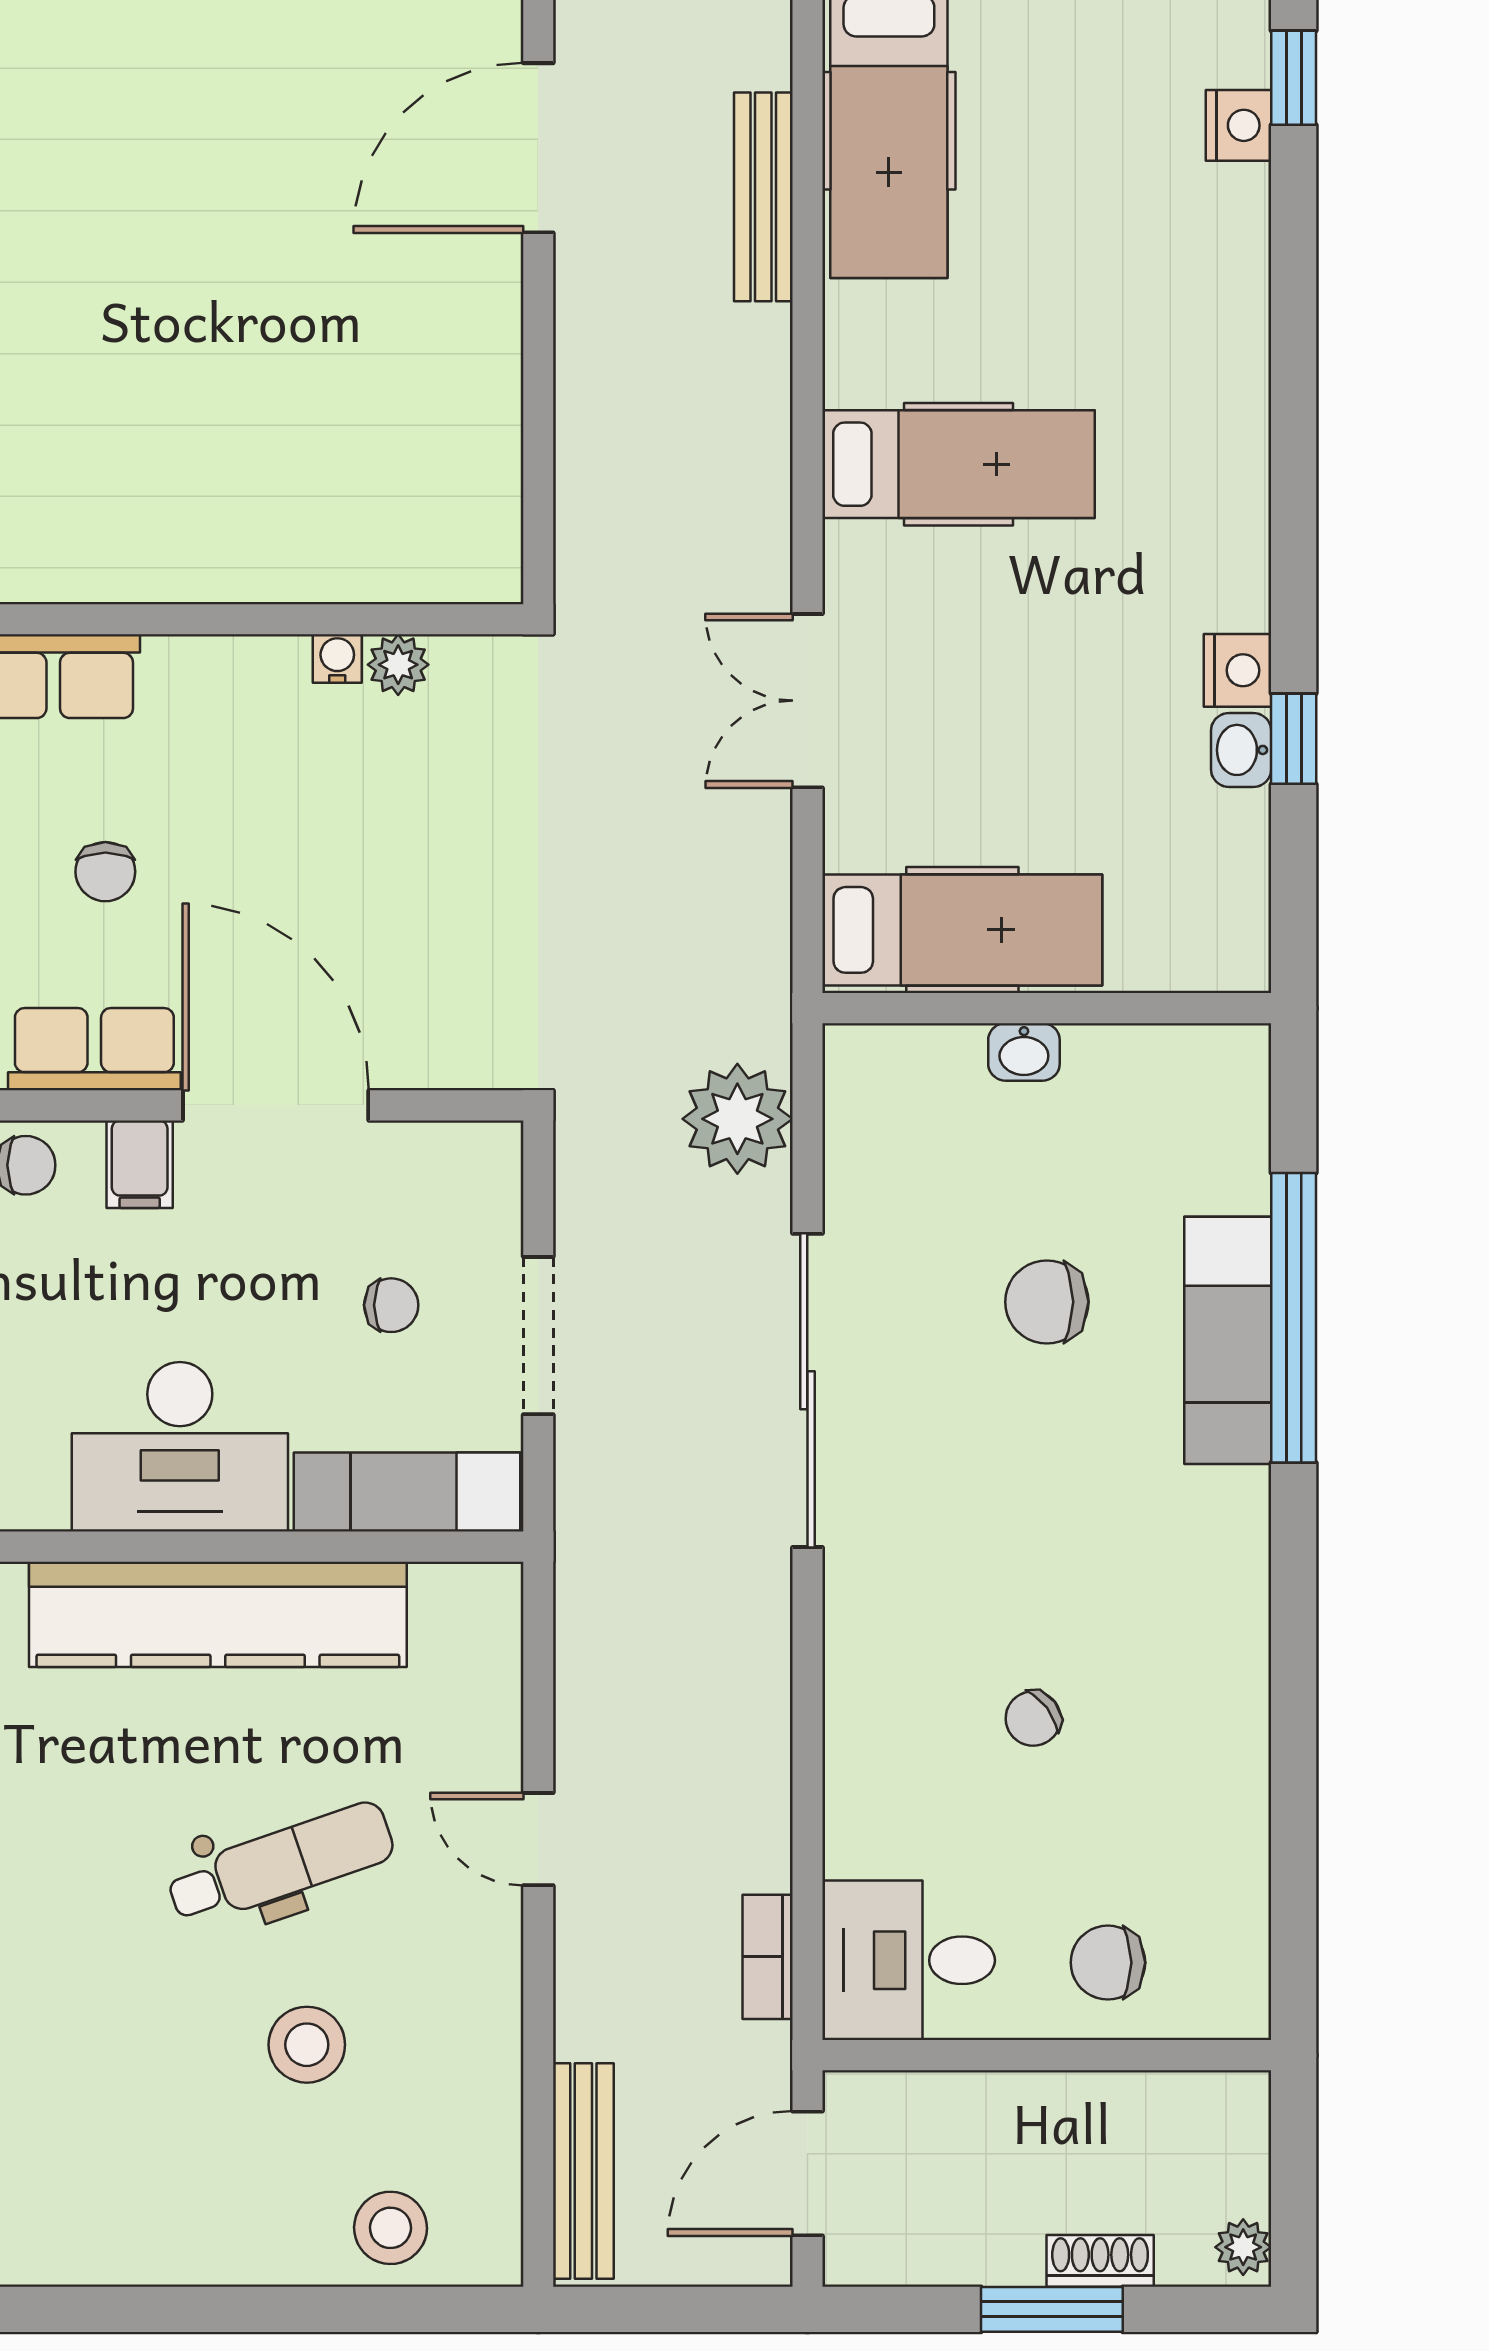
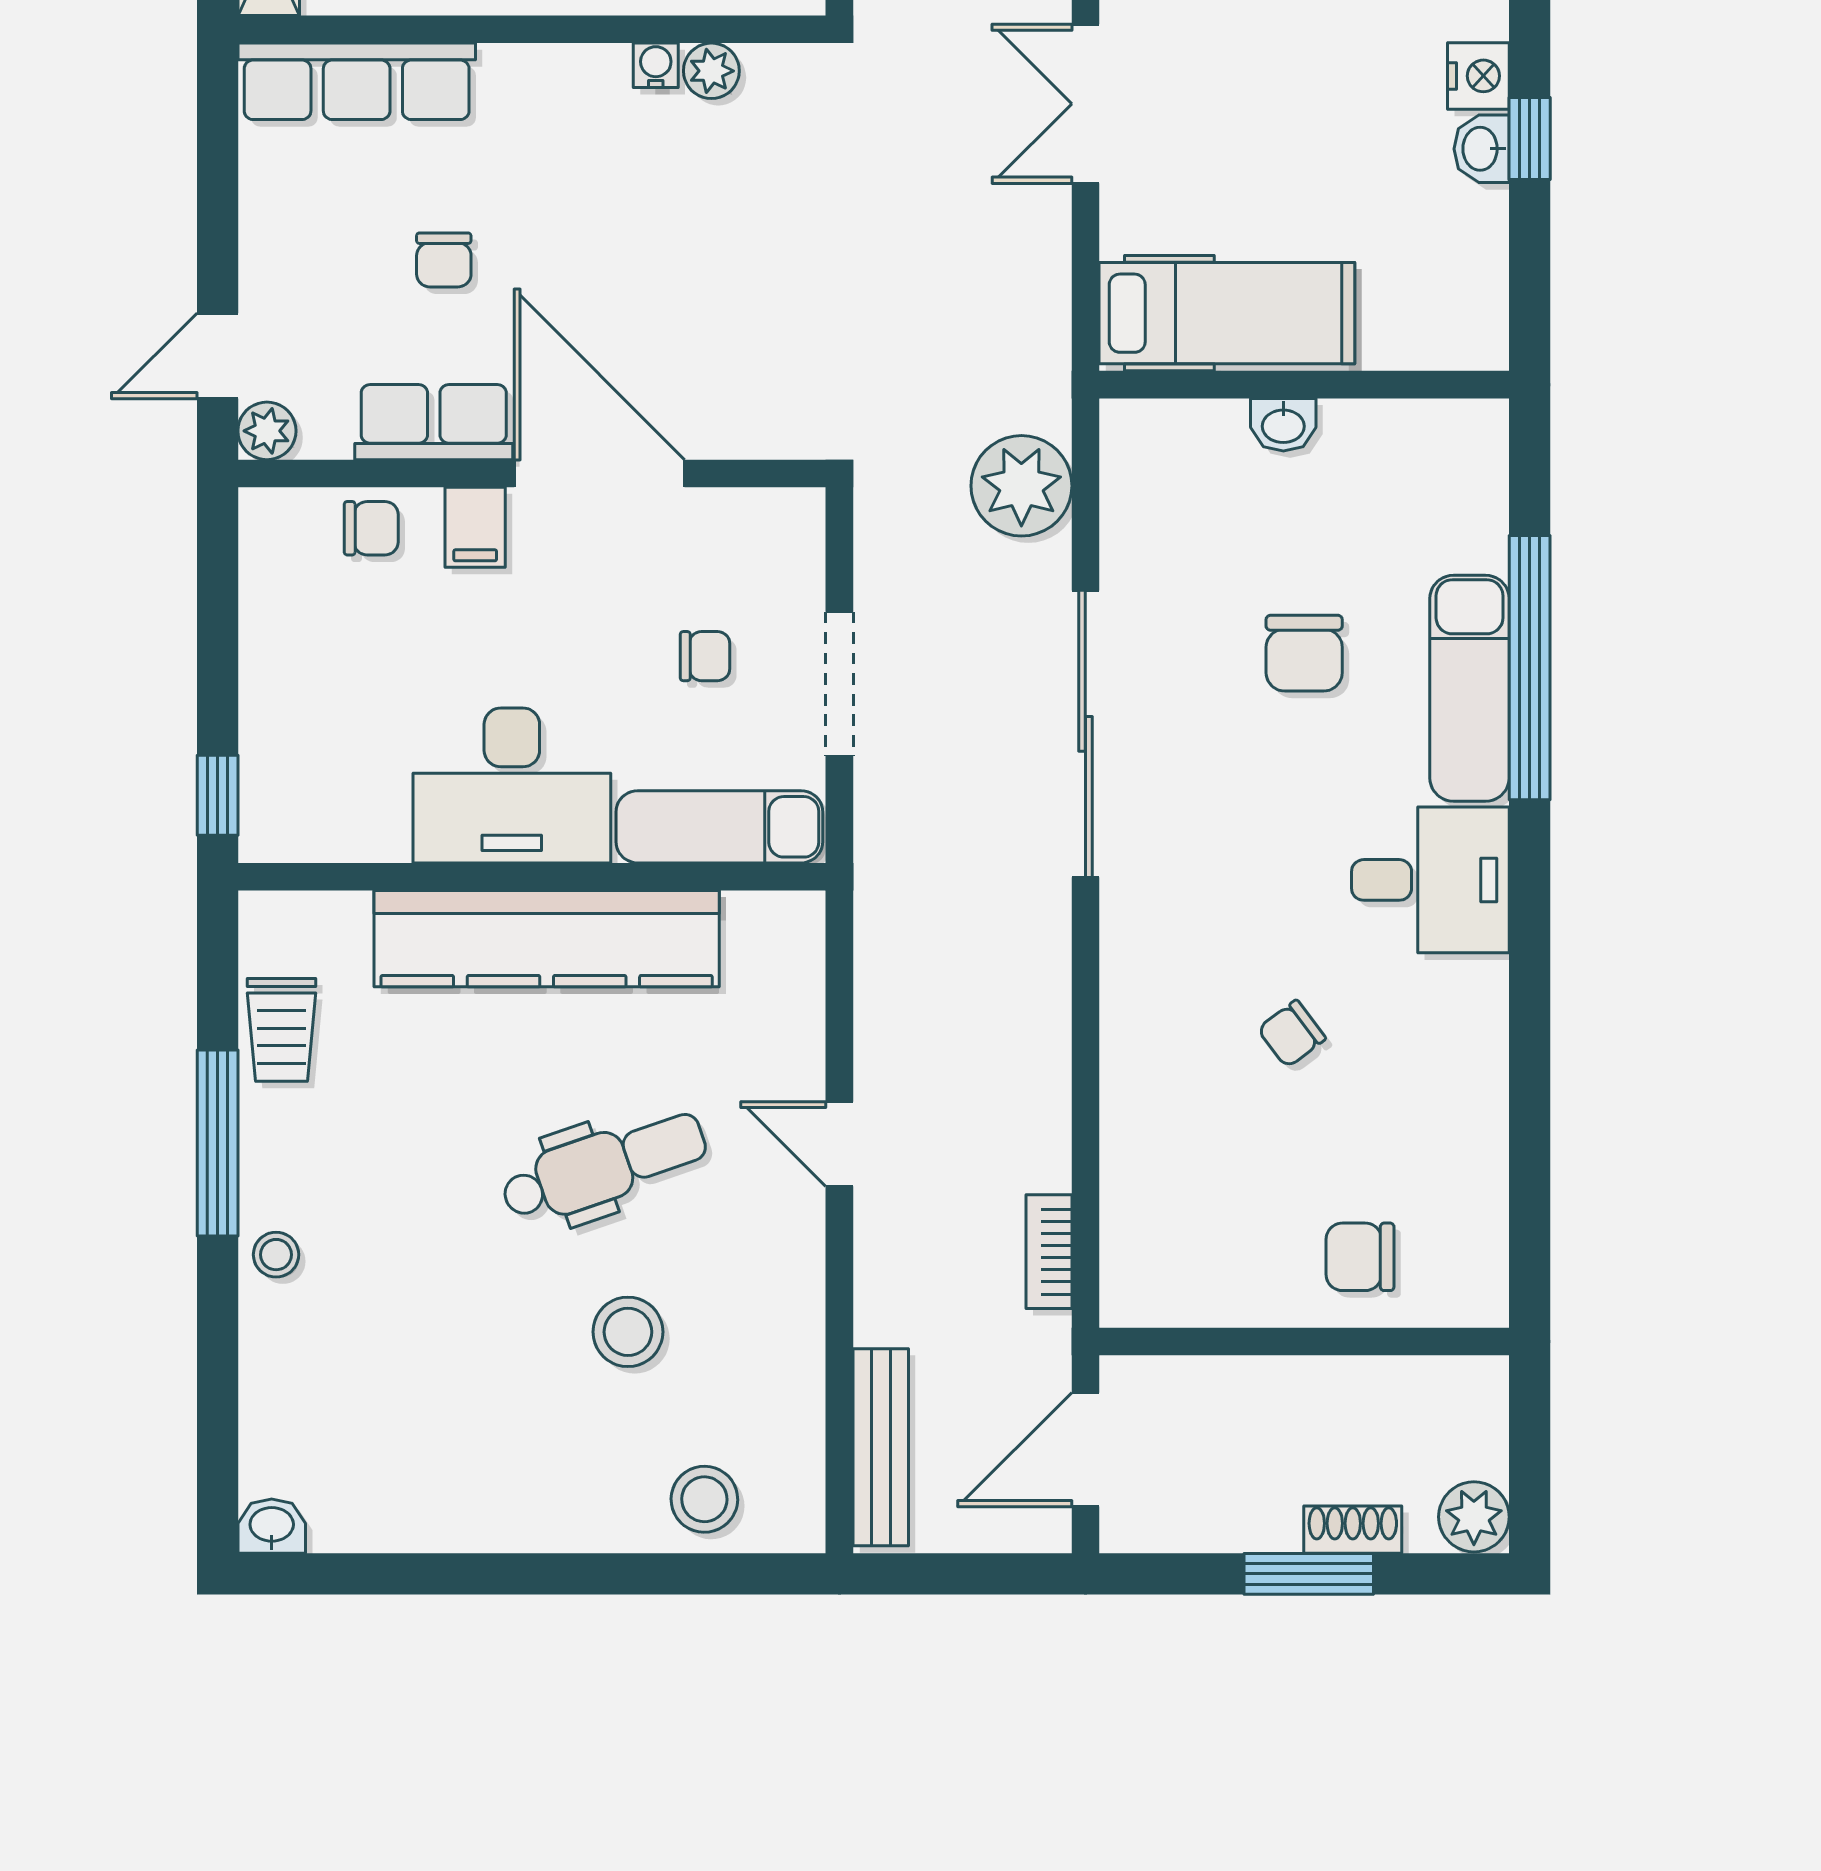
chair: (1047, 1302) -> (1304, 653), turned -90
desk: (909, 1960) -> (1430, 880), moved, turned 180
plant: (1243, 2247) -> (1474, 1517), width x1.38, depth x1.38

